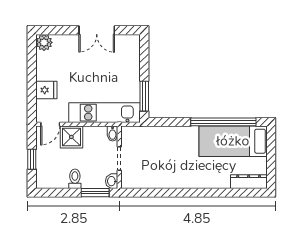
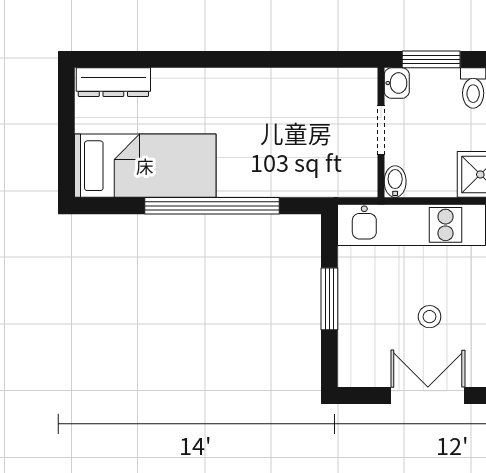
stool: (96, 68) -> (430, 317), added
window: (144, 96) -> (329, 299), moved
window: (223, 122) -> (212, 206), moved

